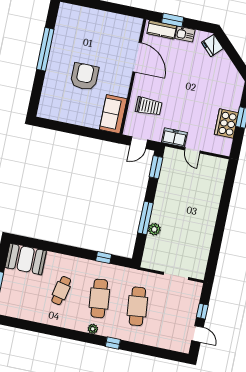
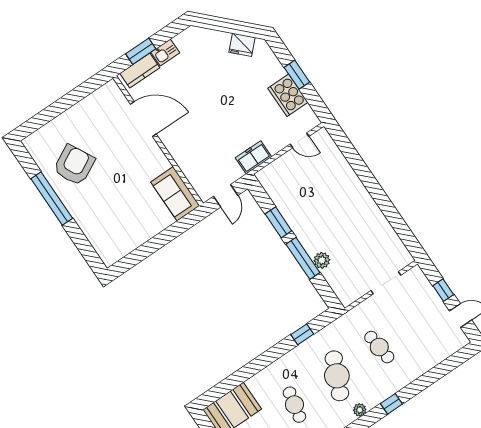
fridge: (212, 45) -> (242, 45), moved
armchair: (84, 77) -> (74, 165), moved, turned 62
trolley: (149, 106) -> (201, 153), removed
door: (192, 150) -> (300, 140), moved
window: (156, 167) -> (278, 222), moved
cafe table: (99, 298) -> (337, 376), turned 30
cafe table: (137, 306) -> (379, 347), width x0.73, depth x0.74

